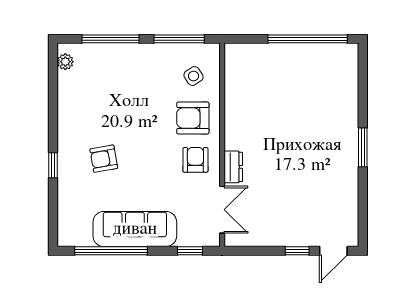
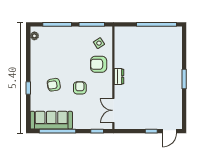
armchair: (195, 160) -> (80, 88), moved
dresser: (233, 167) -> (119, 76), moved
double door: (222, 210) -> (113, 110), swing flipped
sofa: (135, 229) -> (51, 120), moved

